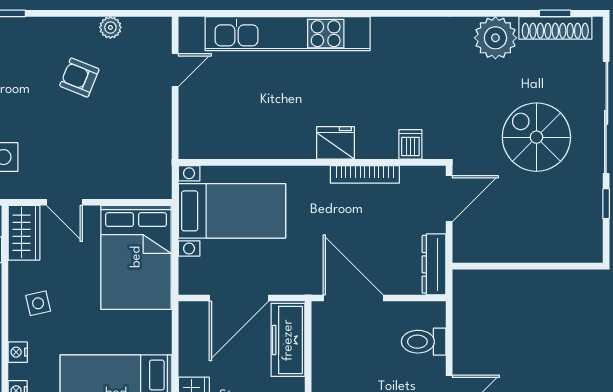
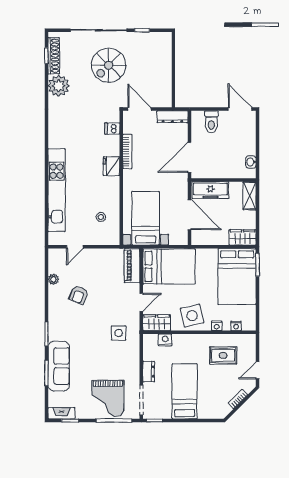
door: (175, 70) -> (75, 247), swing flipped
stool: (234, 122) -> (101, 217), added
piano: (138, 184) -> (132, 265), added
side table: (38, 303) -> (192, 316), width x1.87, depth x1.87

